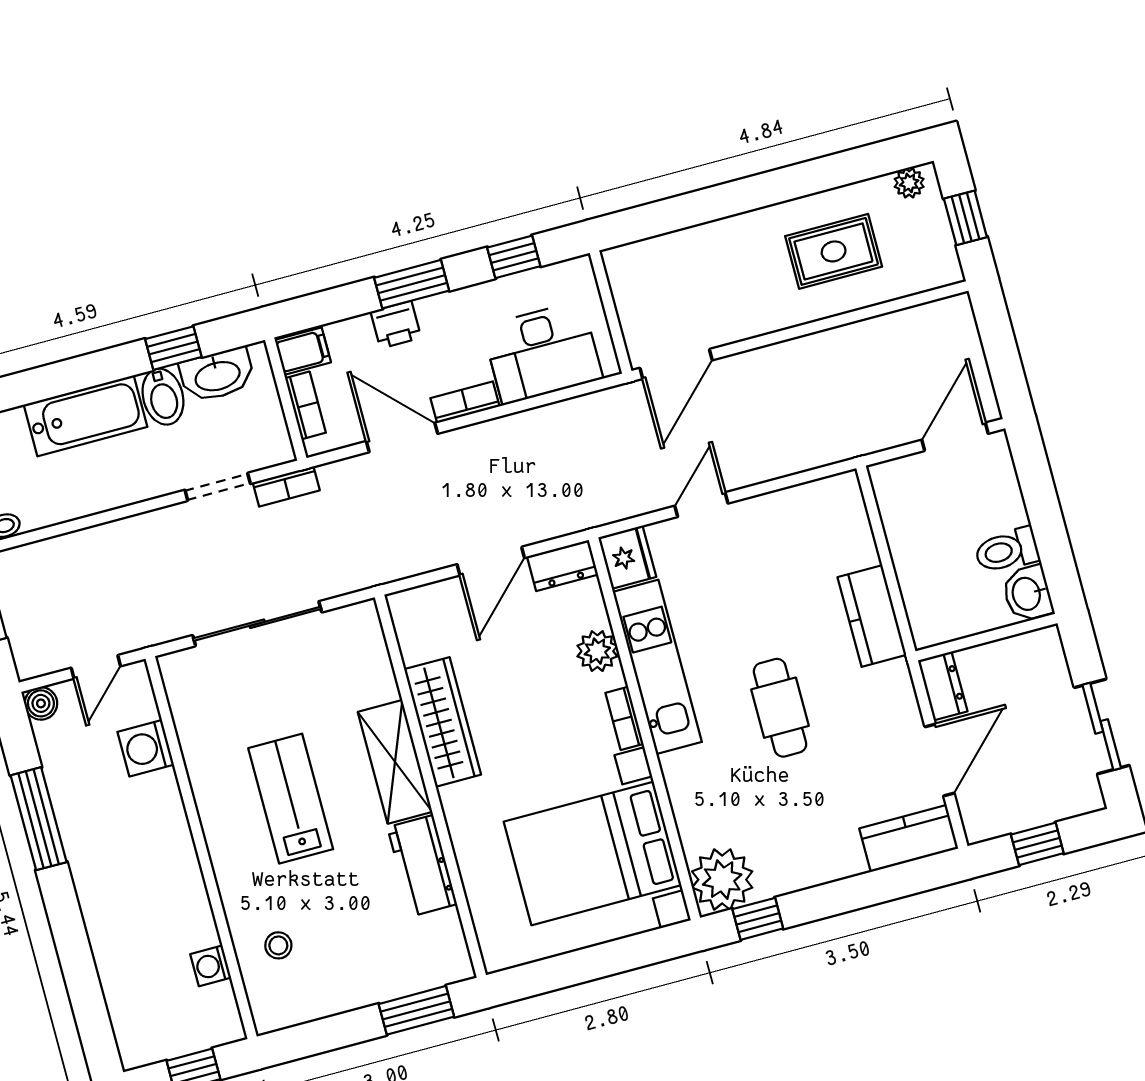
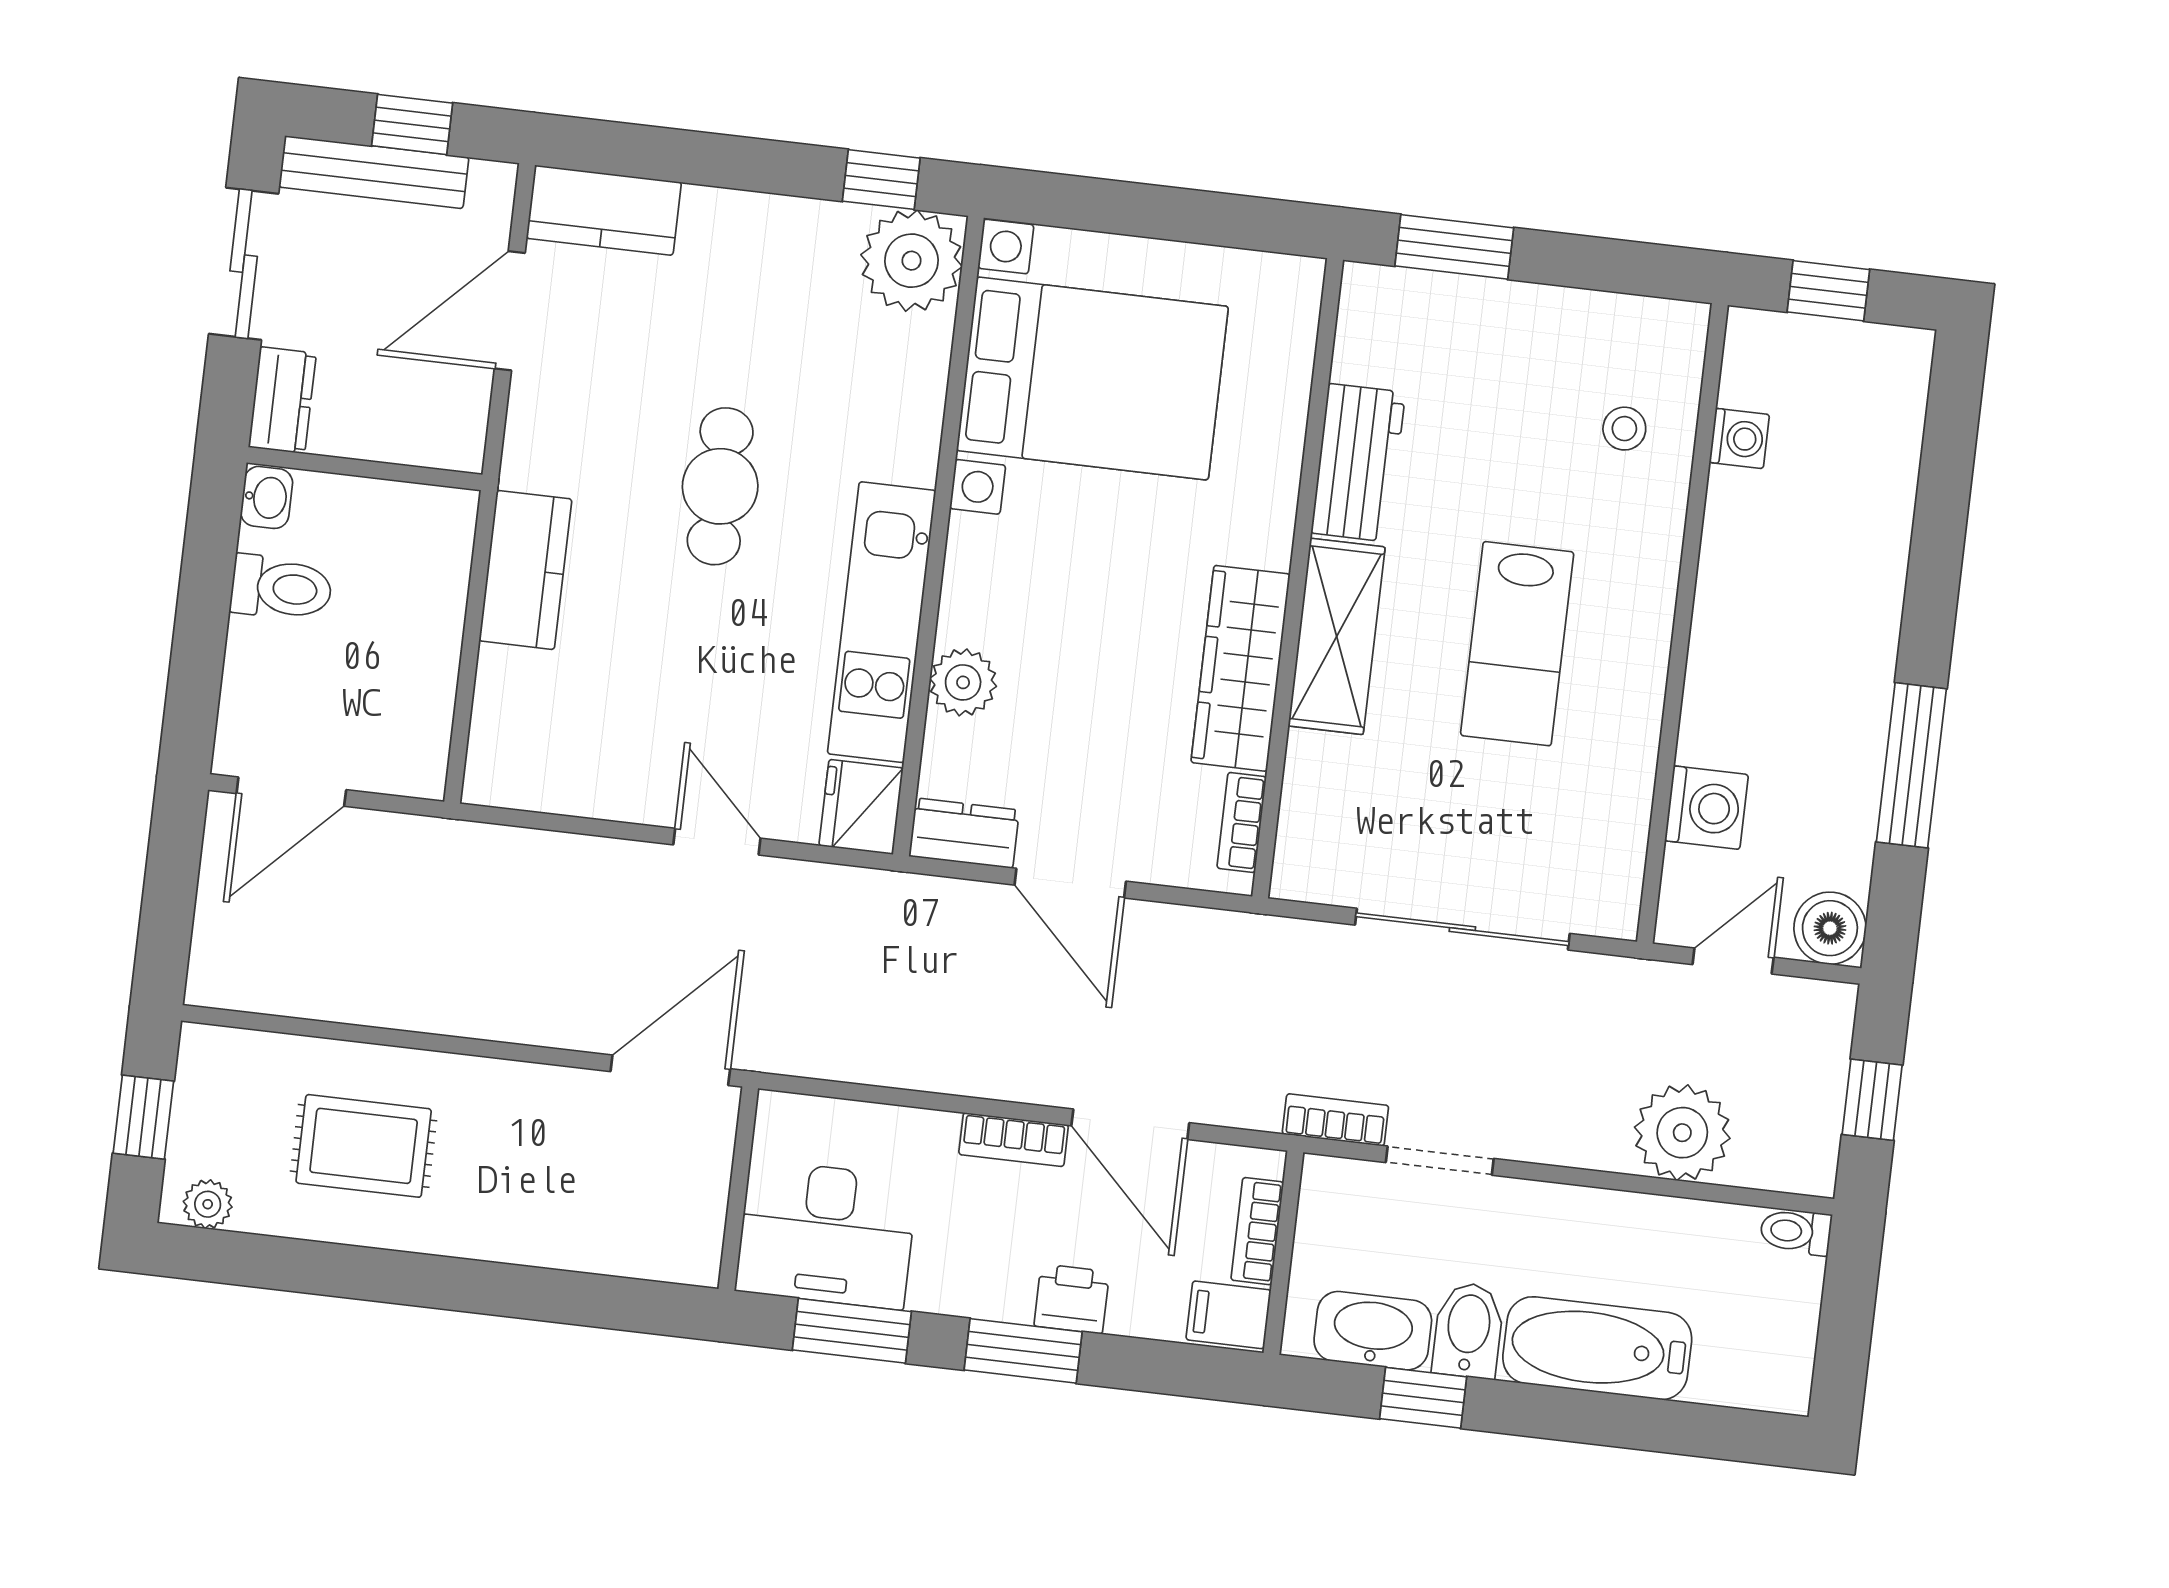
window: (514, 257) -> (852, 1331), width x1.50
desk: (543, 352) -> (826, 1234), moved, turned 180
door: (701, 505) -> (717, 842), swing flipped
plant: (86, 558) -> (1682, 1133), added
door: (491, 561) -> (1070, 883), swing flipped
washbasin: (1027, 594) -> (267, 497), width x0.72, depth x0.69
dresser: (943, 686) -> (282, 400), moved, turned 180
boiler: (41, 703) -> (1830, 928), width x1.36, depth x1.36
bookcase: (624, 718) -> (1242, 822), moved, turned 180
bench: (1048, 808) -> (374, 172), added

